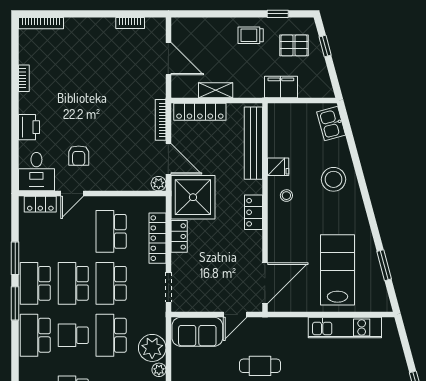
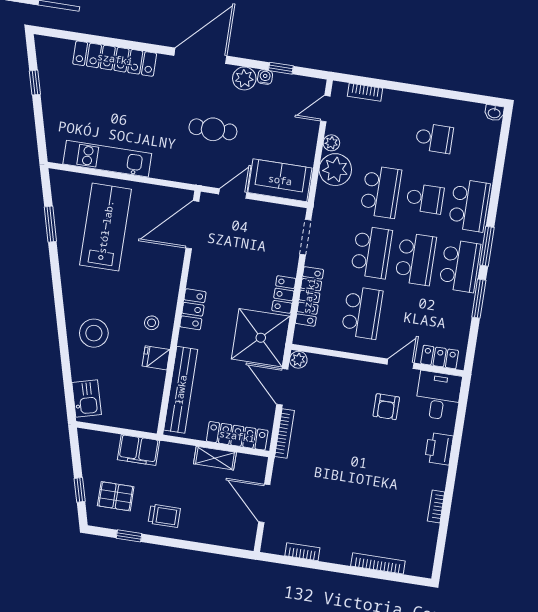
bookcase: (41, 23) -> (378, 563), moved
armchair: (79, 156) -> (386, 407), turned 180
lab bench: (337, 270) -> (106, 227), turned 180

